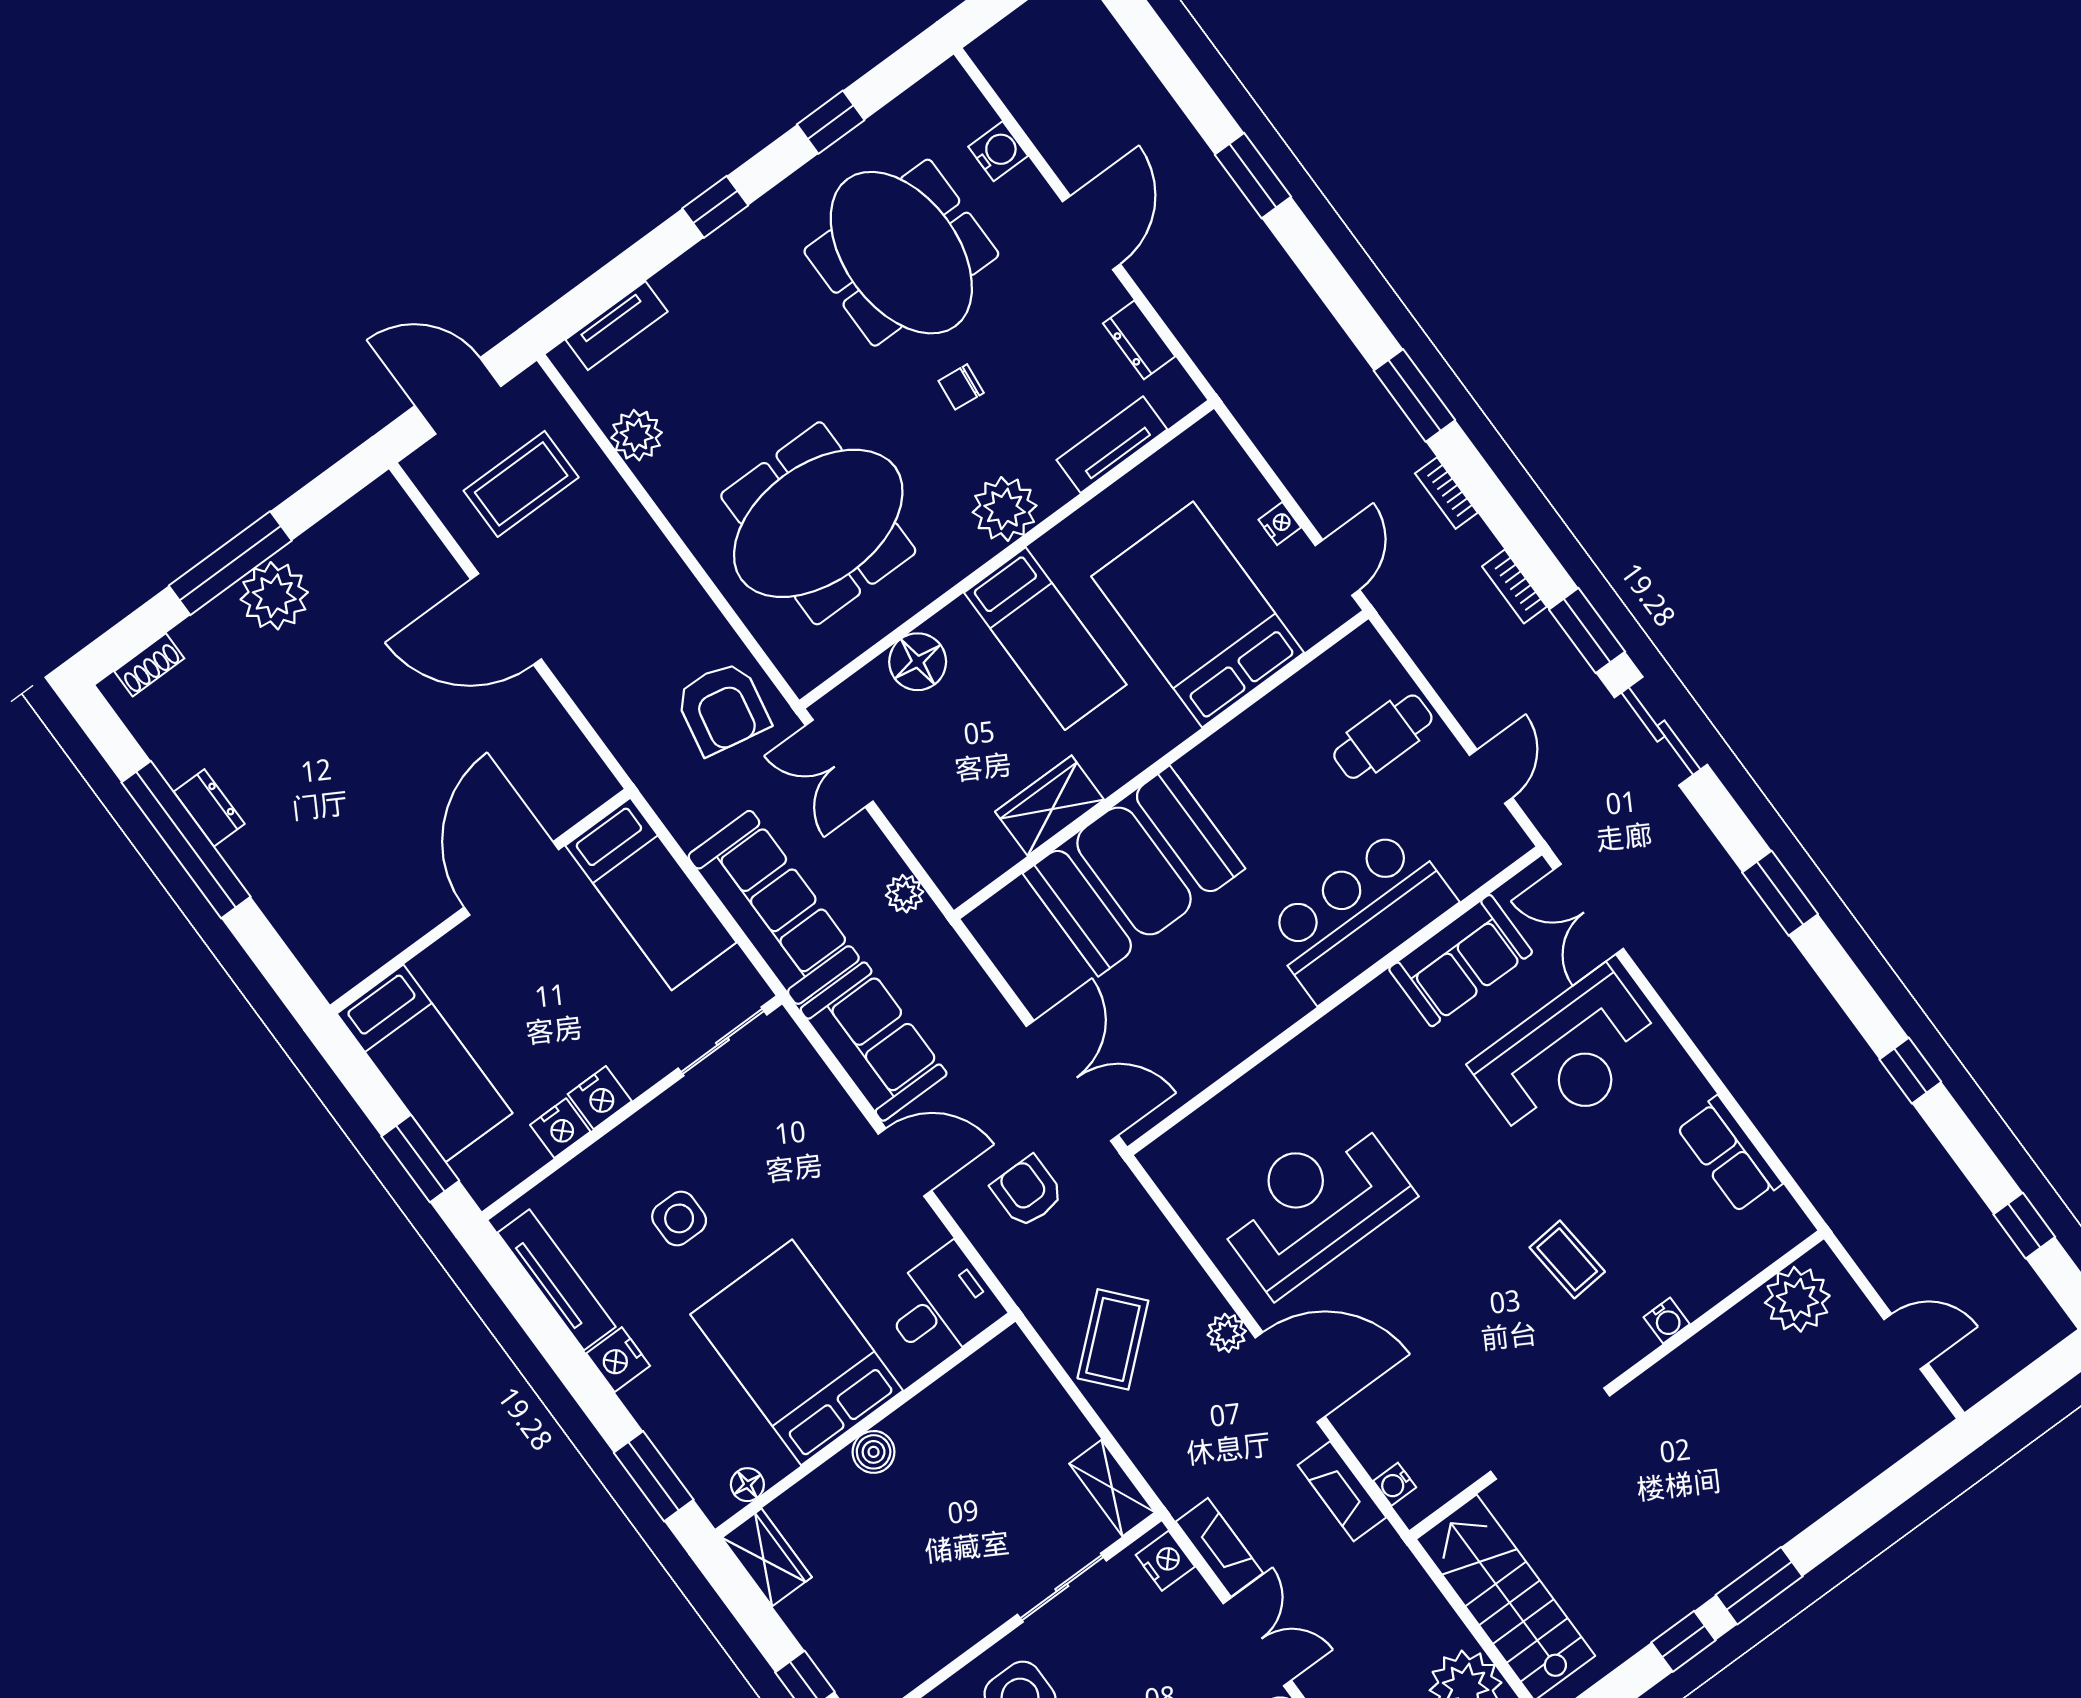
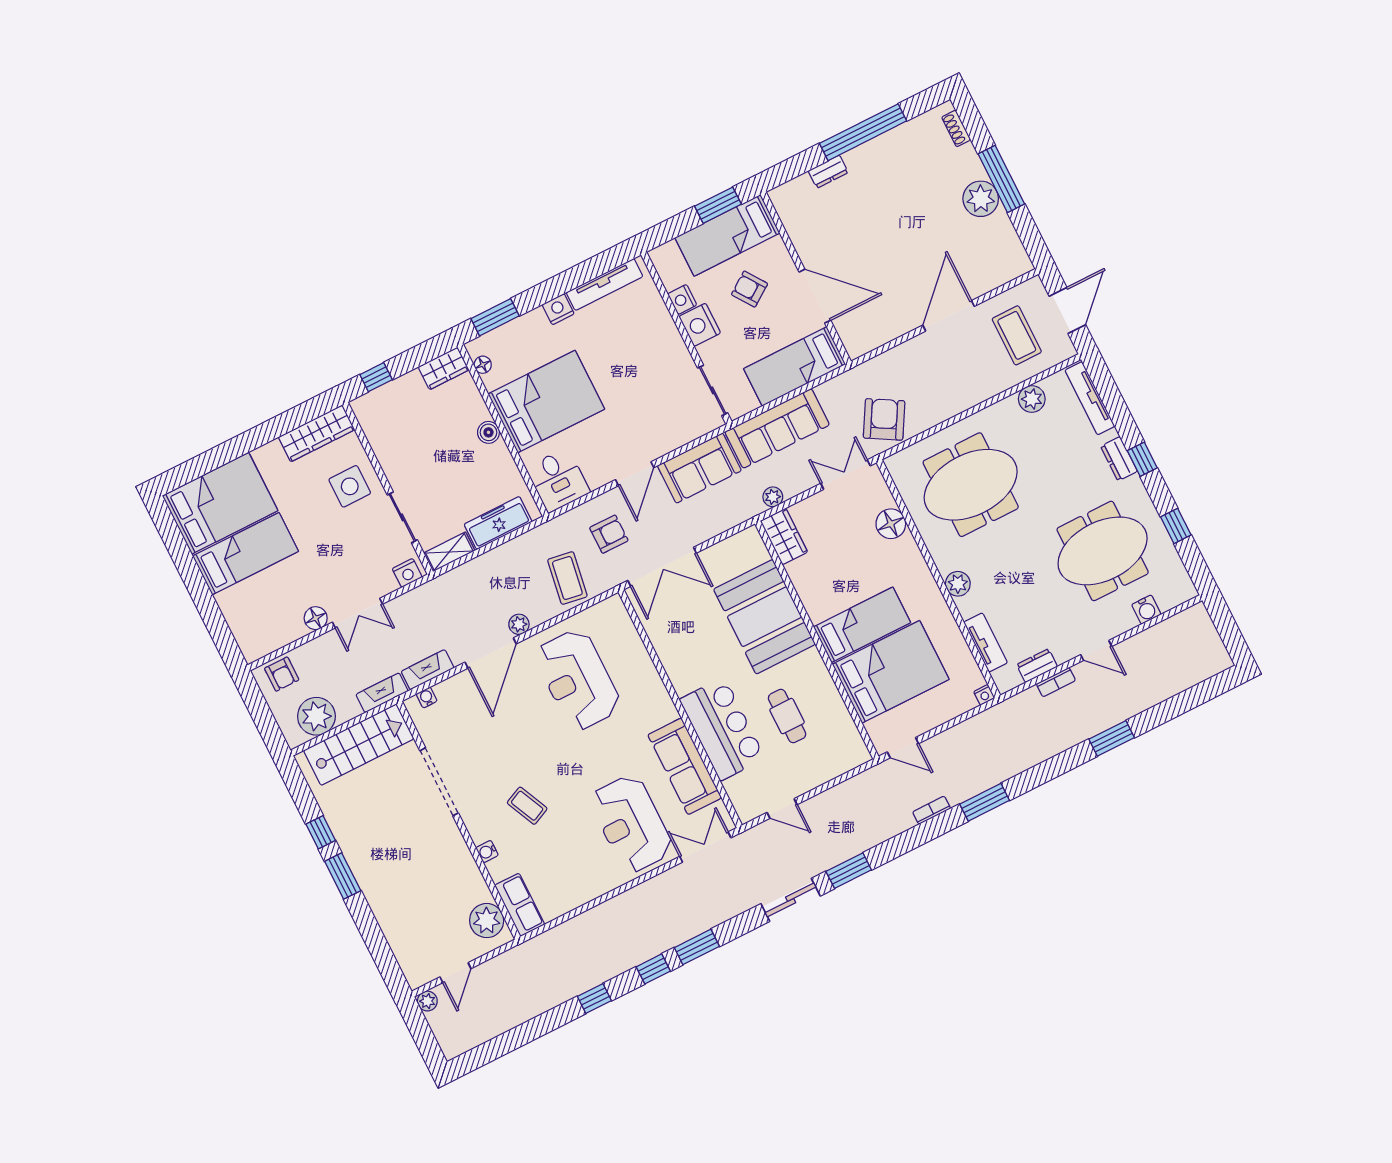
door: (1091, 233) -> (1096, 650), width x0.73
dresser: (722, 251) -> (1119, 459), added
tv unit: (617, 326) -> (1090, 398), width x1.41
chair: (961, 387) -> (1028, 570), removed
plant: (1005, 509) -> (958, 584), width x0.73, depth x0.73
meeting table: (818, 523) -> (971, 485), turned 90
nightstand: (1280, 524) -> (984, 695), moved
bookcase: (1514, 587) -> (1056, 682), moved, turned 180
bed: (1045, 639) -> (862, 625), moved, turned 180
armchair: (722, 708) -> (884, 419), turned 109
cafe table: (1383, 737) -> (787, 716), moved
wardrobe: (1050, 806) -> (784, 536), moved
dresser: (209, 808) -> (828, 172), moved
sofa: (1461, 961) -> (685, 766), width x1.36
armchair: (519, 1004) -> (750, 289), added
nightstand: (600, 1098) -> (700, 325), width x1.36, depth x1.33
row of seats: (1729, 1155) -> (520, 905), moved, turned 90
window: (420, 1158) -> (718, 205), moved
reception desk: (1313, 1204) -> (578, 680), turned 180
side table: (679, 1218) -> (625, 353), removed
window: (2024, 1226) -> (653, 969), moved
coffee table: (1567, 1259) -> (527, 806), turned 70
coffee table: (1113, 1339) -> (567, 578), moved, turned 50
plant: (1969, 1386) -> (427, 1001), added
freezer: (1042, 1405) -> (498, 523), added
fireplace: (1219, 1547) -> (382, 693), moved, turned 180

